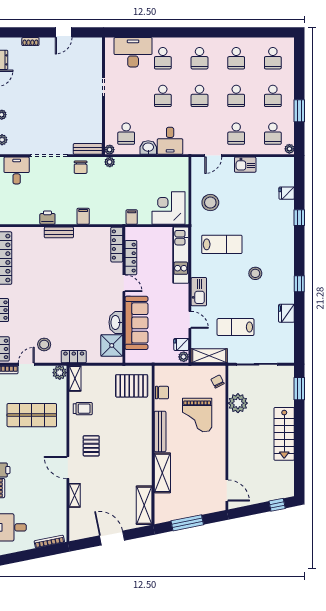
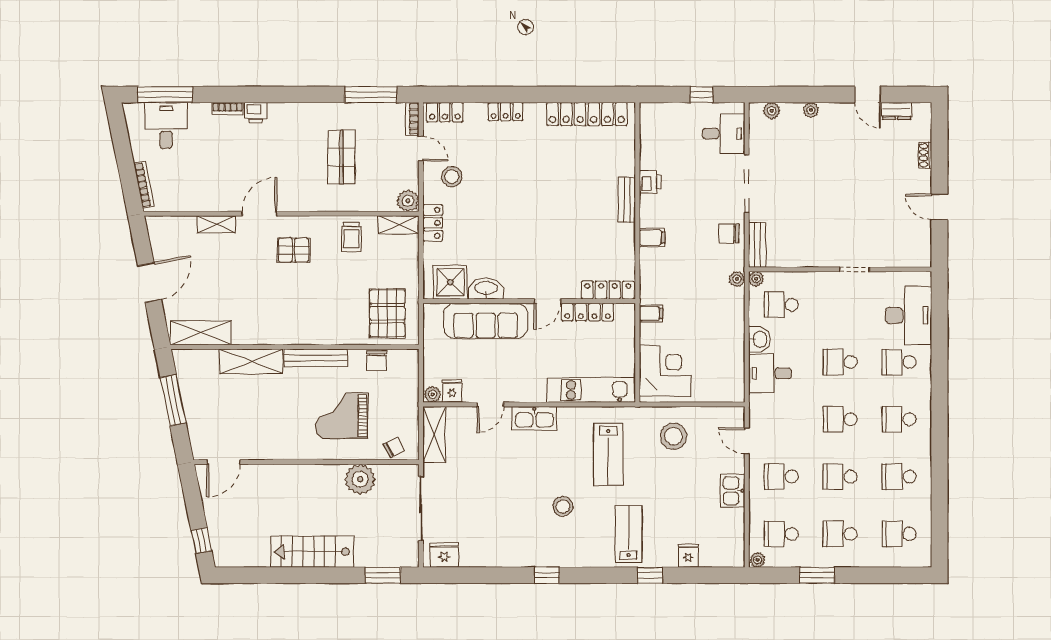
fridge: (286, 313) -> (444, 555), moved
lab bench: (236, 327) -> (629, 534), moved
shop shelf: (32, 415) -> (341, 157), width x0.70, depth x0.74

